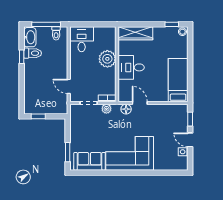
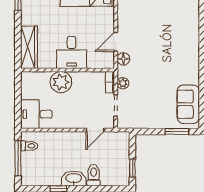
washbasin: (30, 37) -> (74, 178), moved
toilet: (33, 53) -> (94, 175), moved
corner sofa: (130, 153) -> (178, 54), removed

